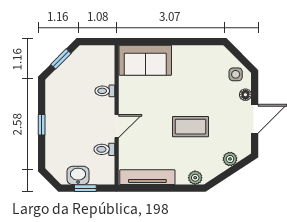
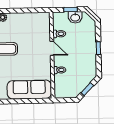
sofa: (145, 60) -> (29, 90), width x1.36
door: (117, 126) -> (52, 48), swing flipped
tv unit: (147, 177) -> (32, 17), removed

